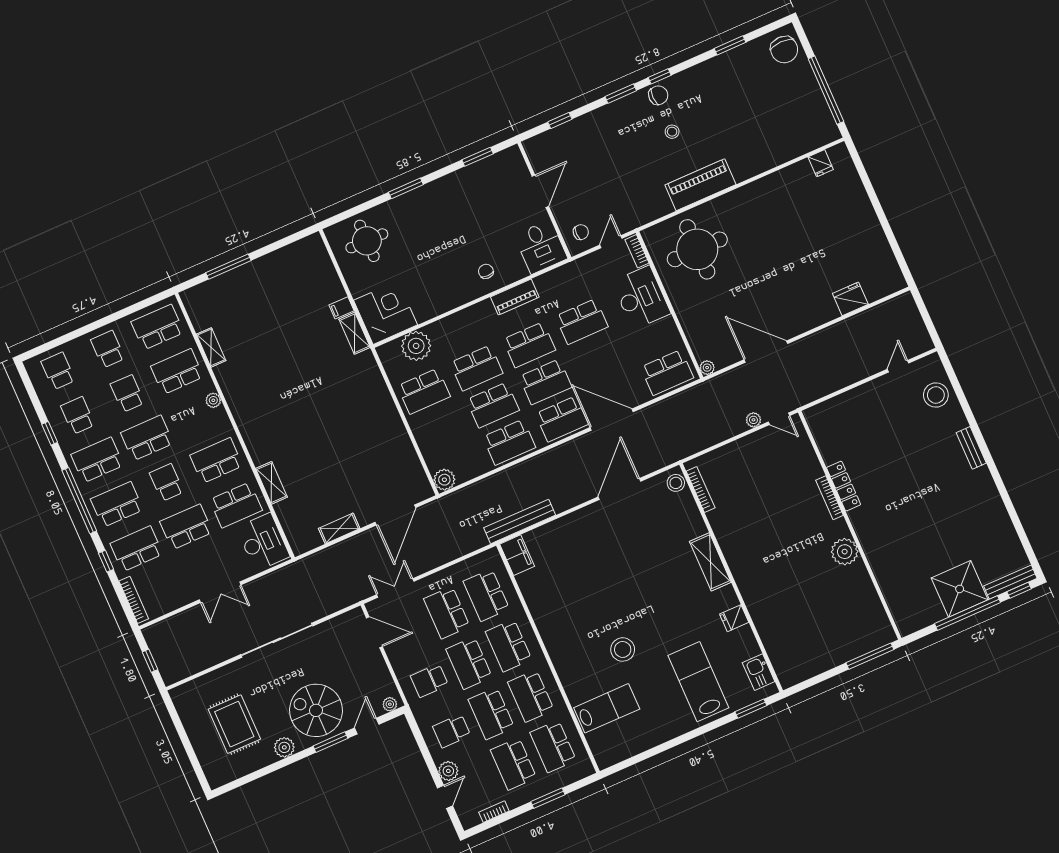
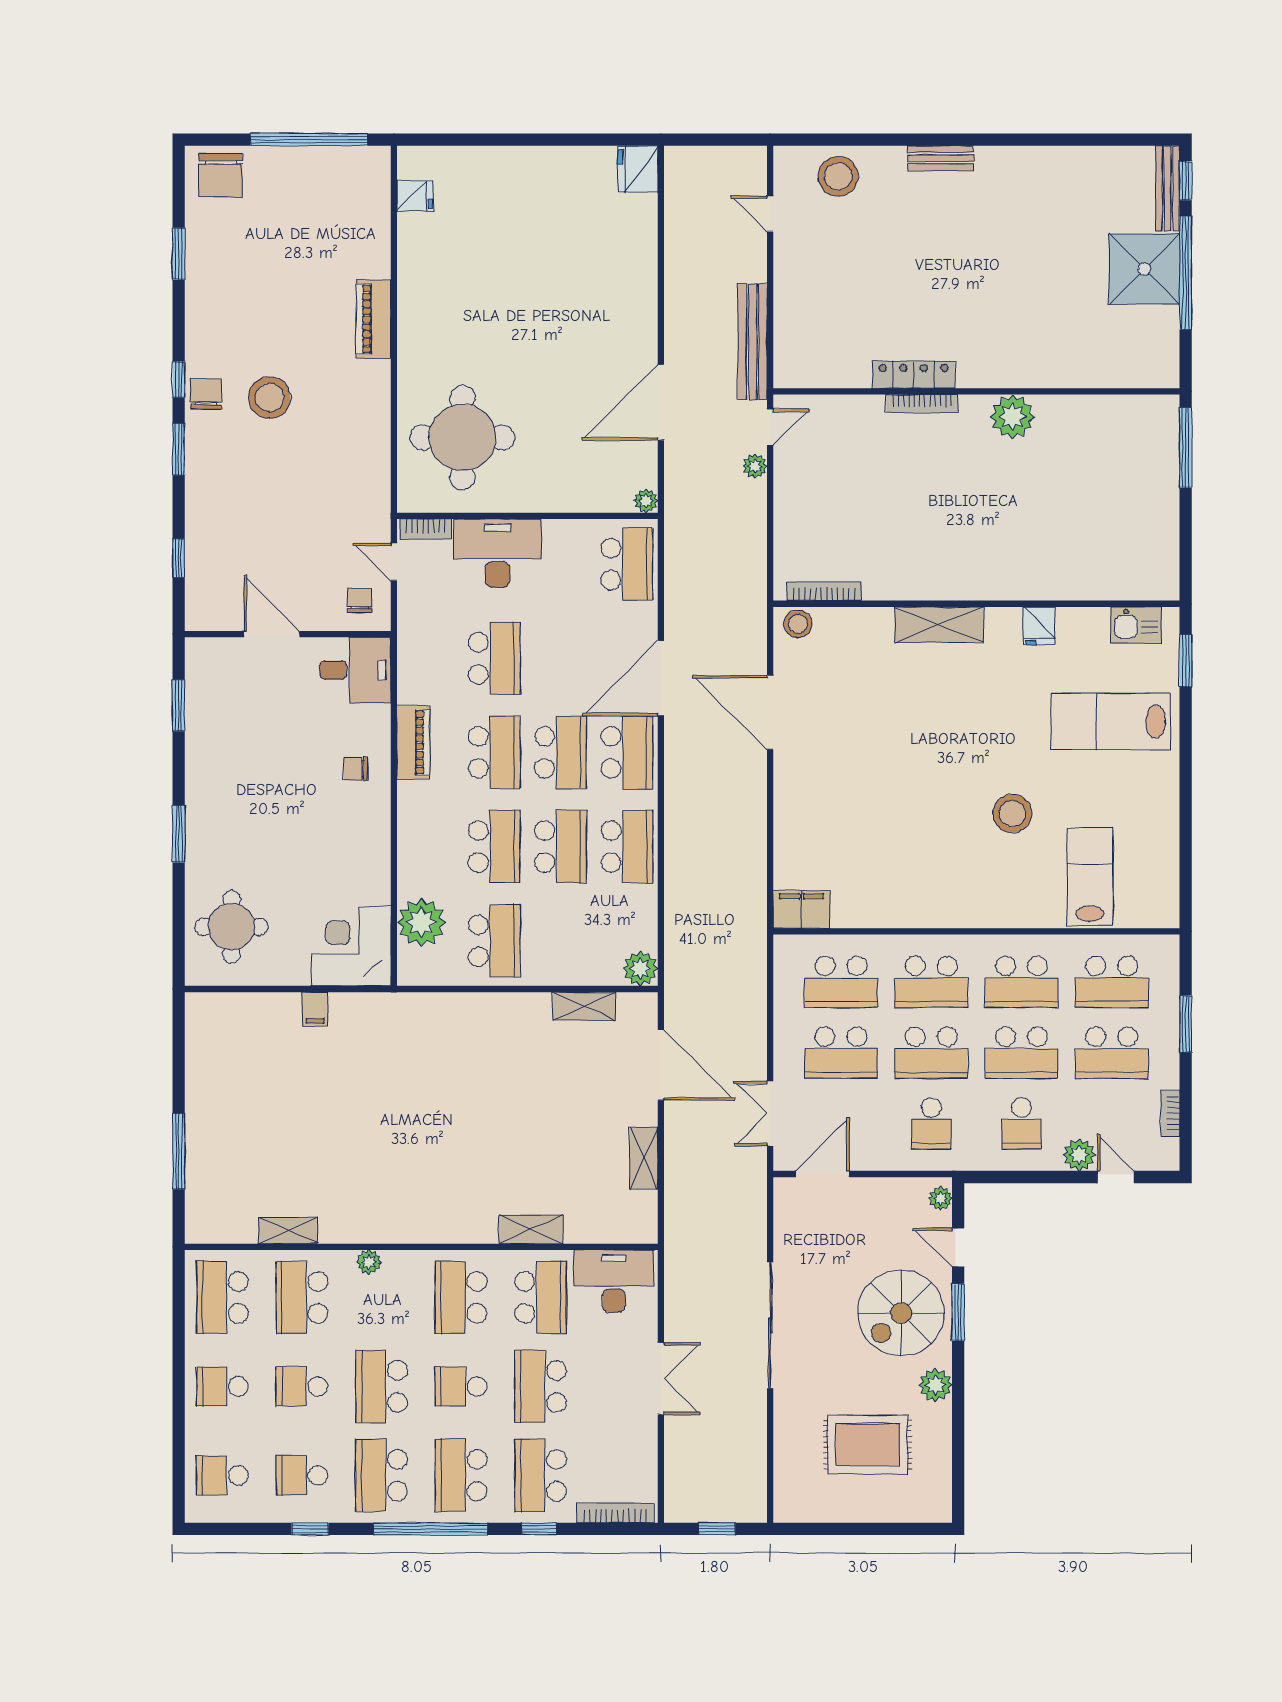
chair: (784, 50) -> (221, 175), turned 90
stool: (672, 132) -> (270, 398), width x1.89, depth x1.89
piano: (700, 185) -> (373, 319), moved, width x0.73, depth x0.75
fridge: (850, 299) -> (638, 169), moved
shelving: (355, 333) -> (584, 1006), moved
bench: (520, 521) -> (753, 342), moved

